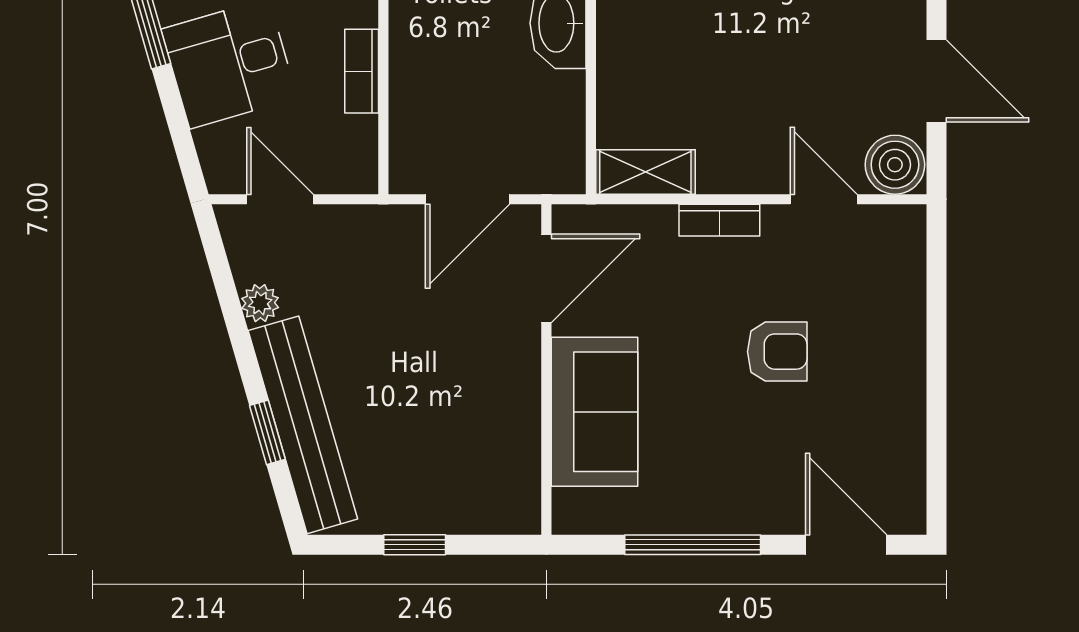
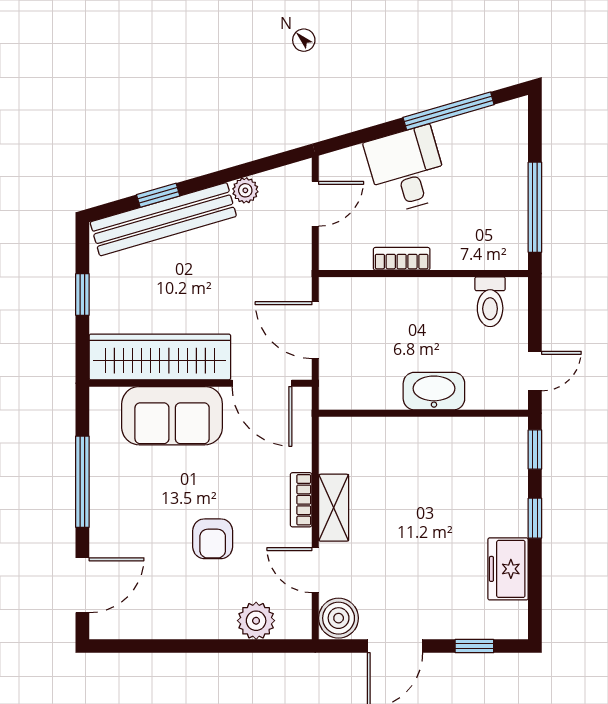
shelving: (645, 172) -> (334, 508), moved
door: (824, 199) -> (315, 570), swing flipped
plant: (899, 287) -> (256, 621), added
wardrobe: (507, 430) -> (160, 357), added

